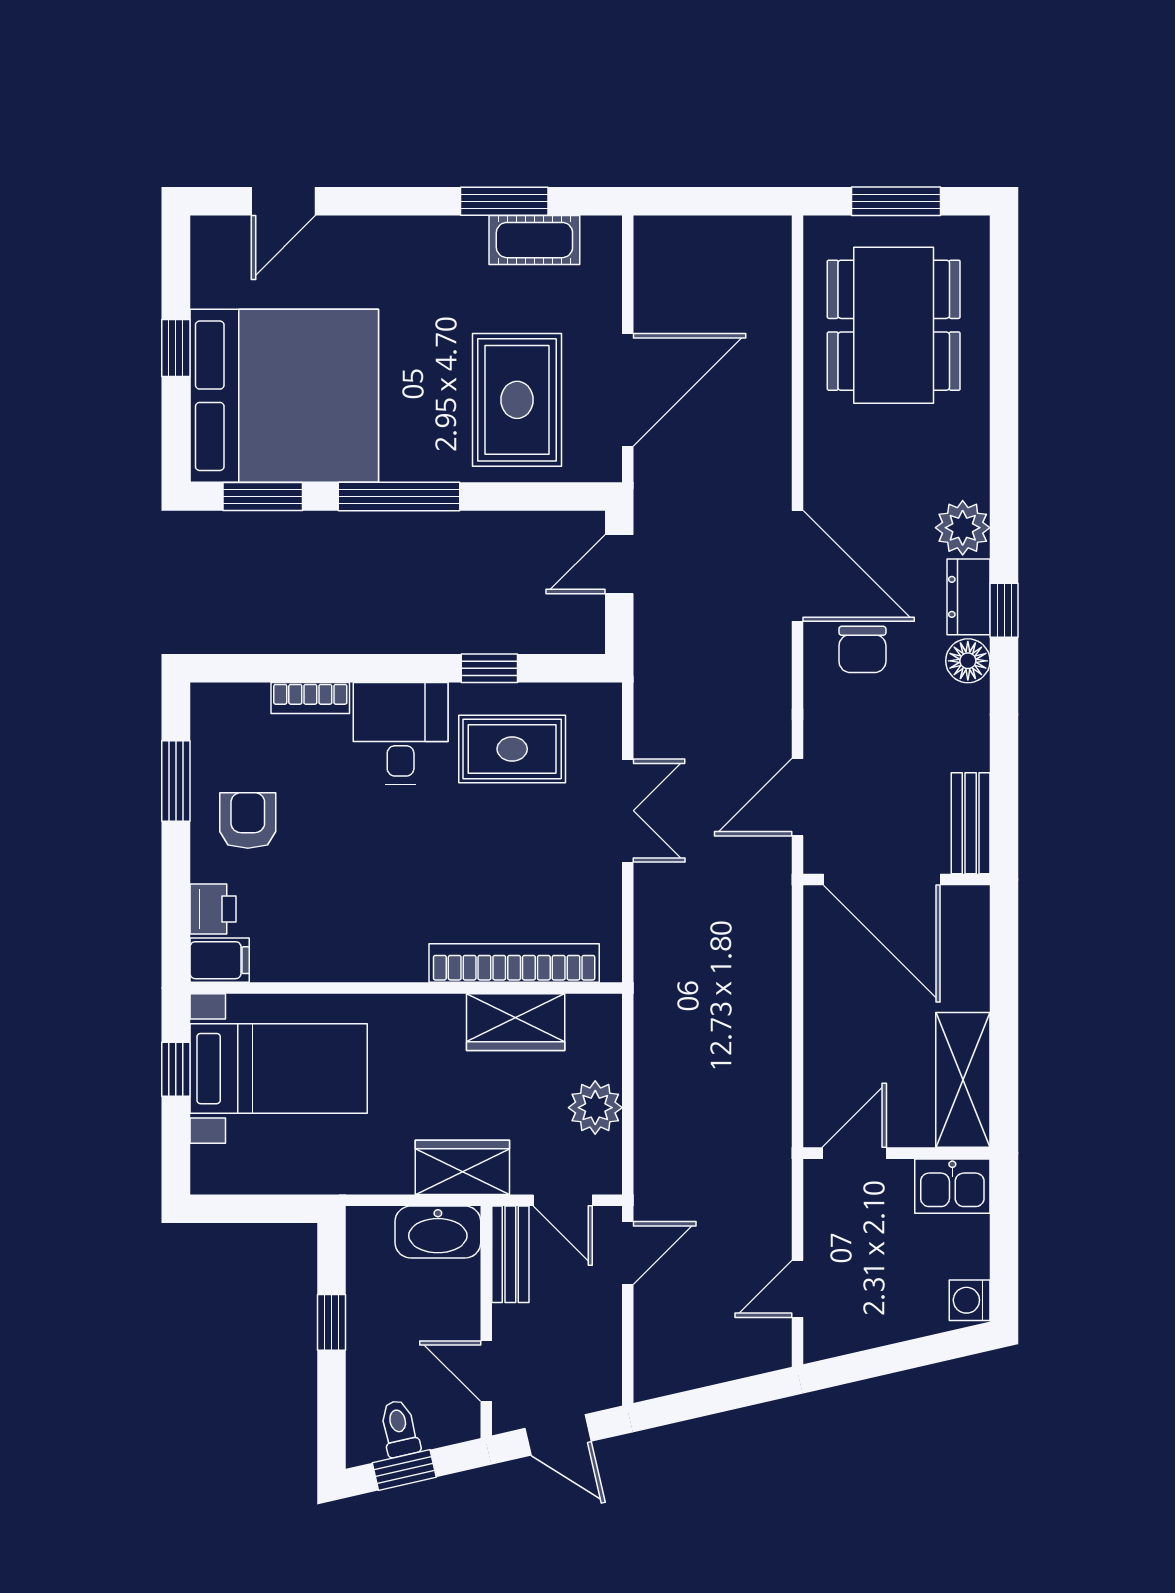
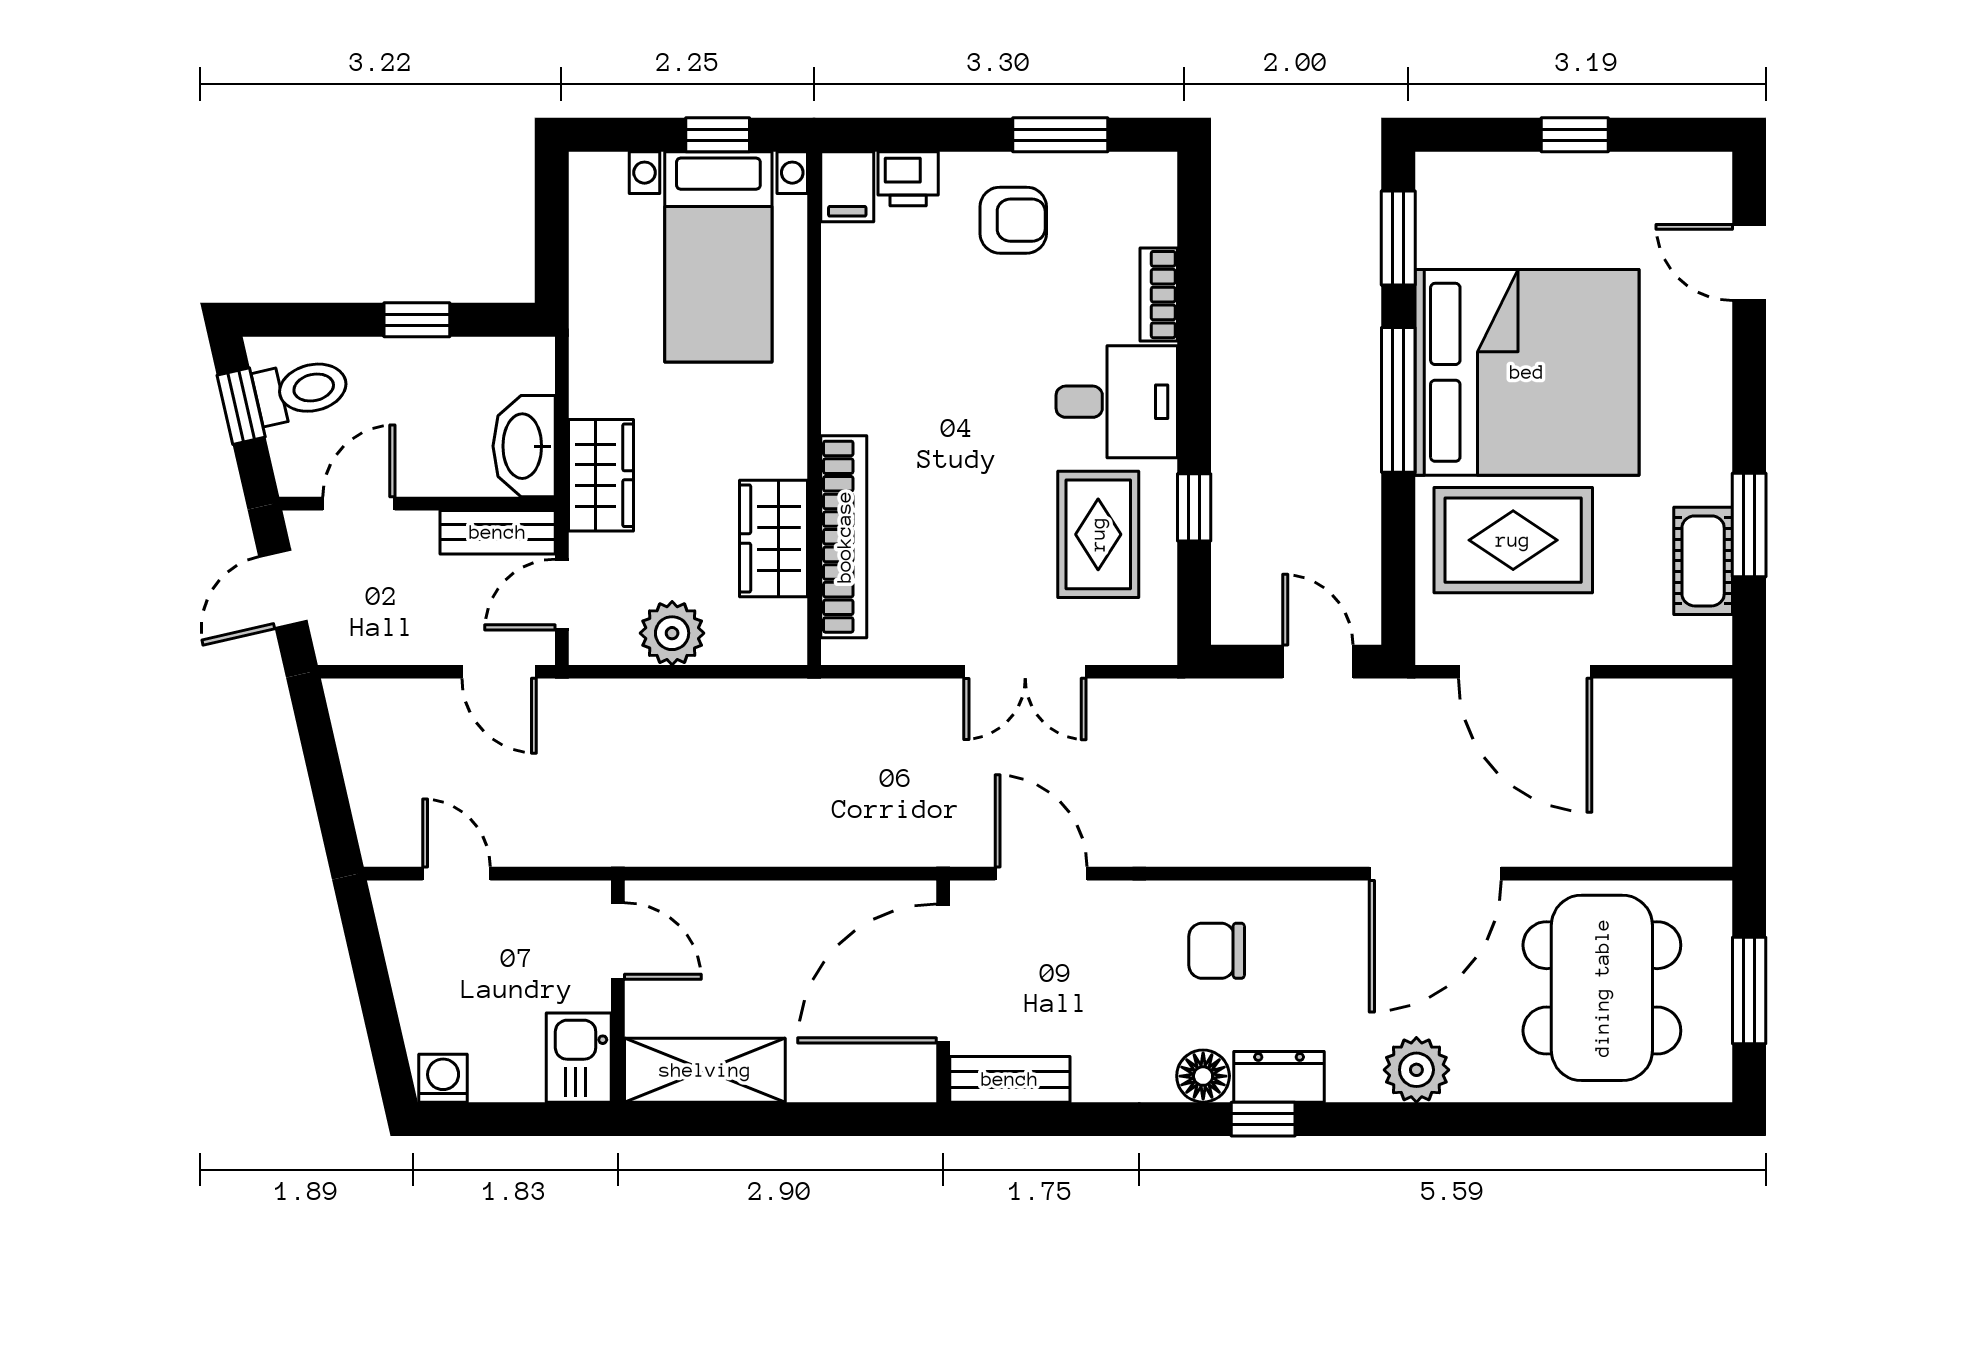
dining table: (894, 325) -> (1602, 988), turned 90
bed: (284, 396) -> (1527, 372), moved, turned -90
plant: (963, 528) -> (1416, 1070), moved
door: (798, 566) -> (1435, 874), moved
toilet: (399, 1428) -> (301, 390), width x1.37, depth x1.39

